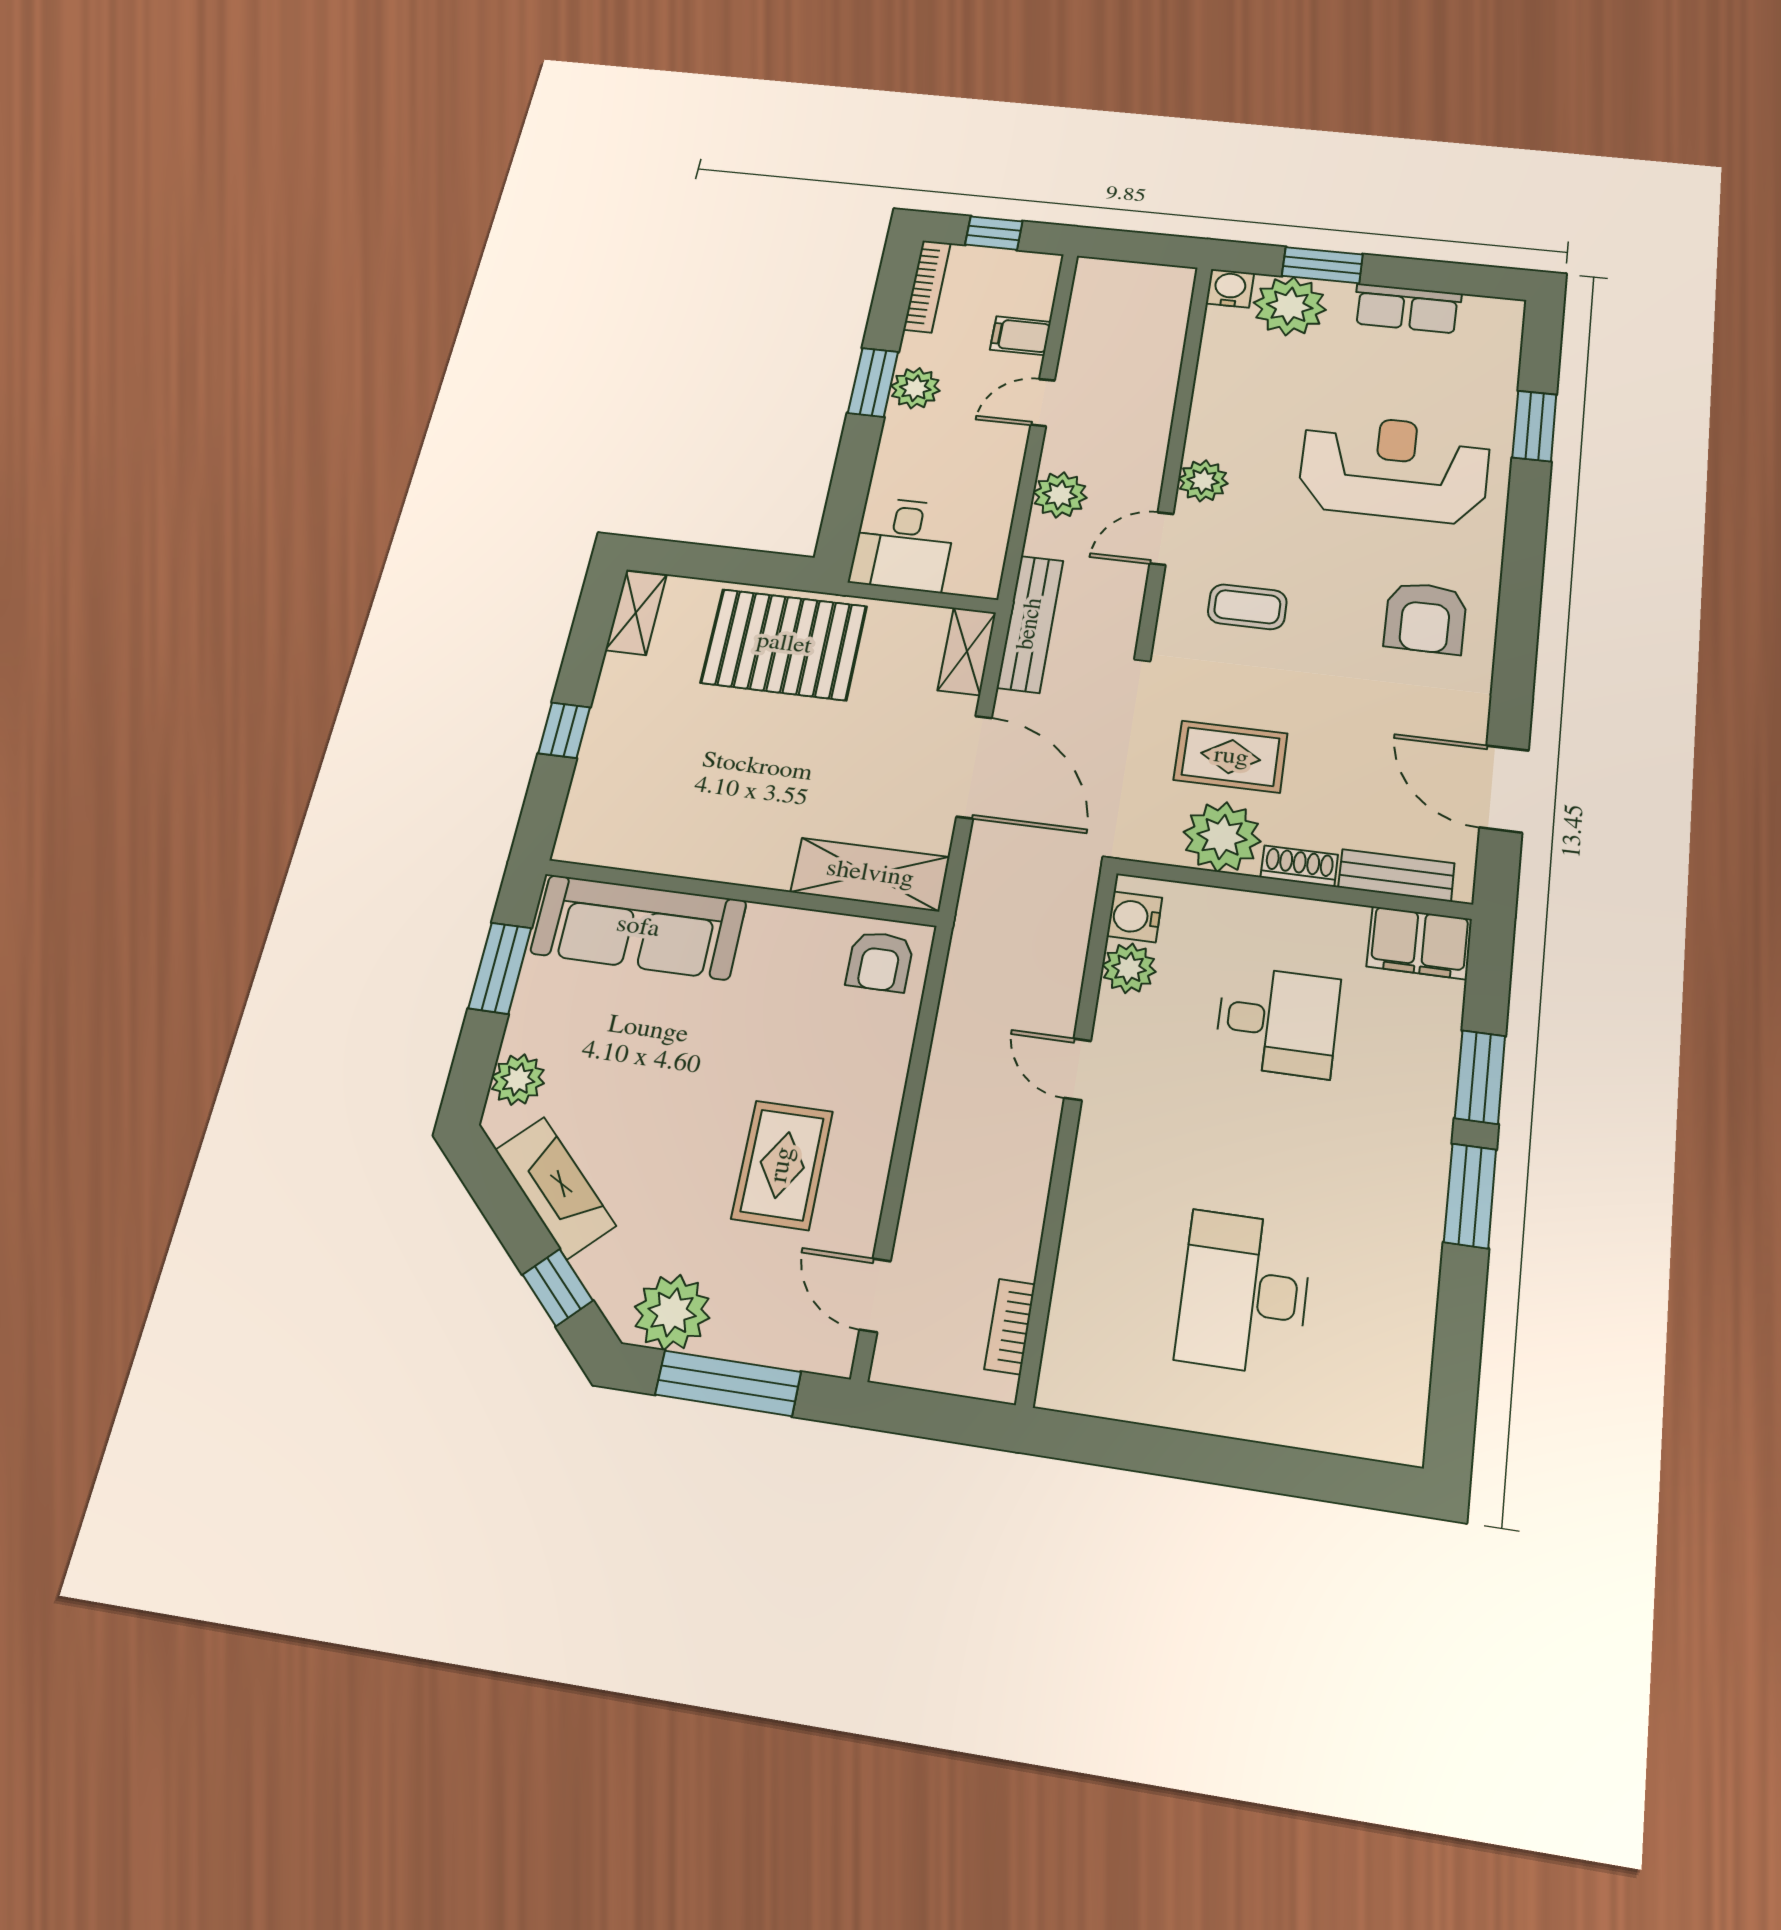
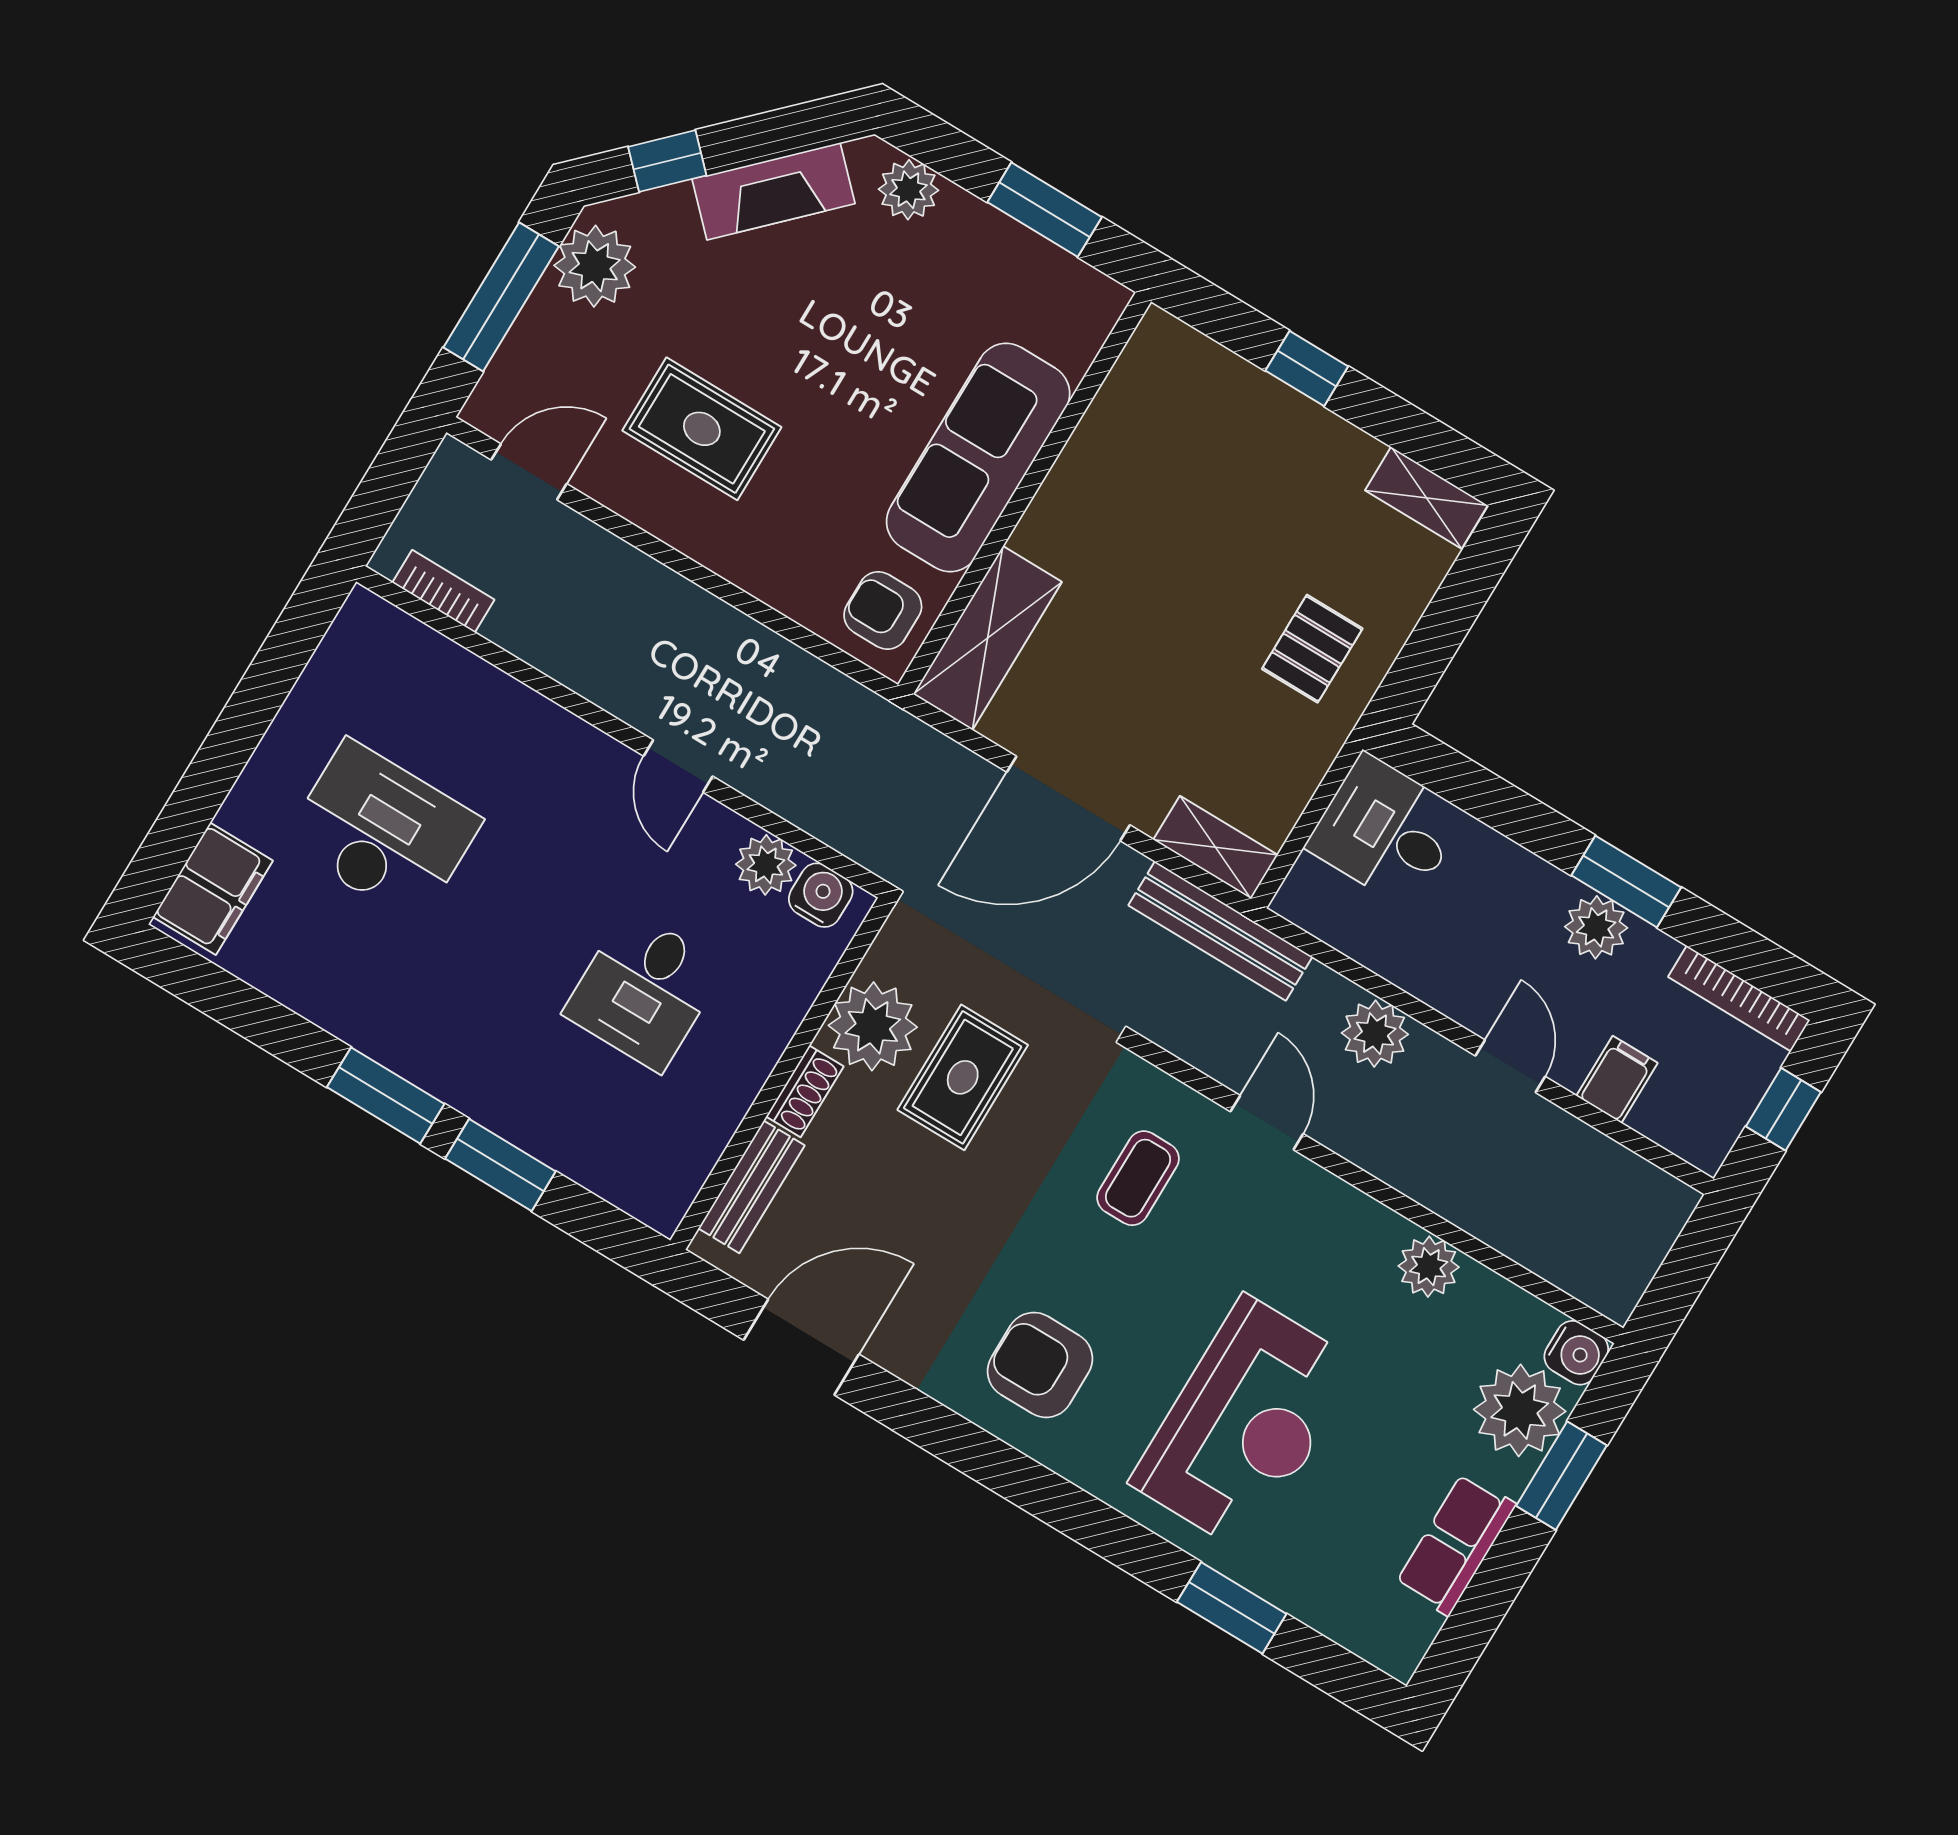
plant: (1203, 481) -> (1429, 1267), moved
pallet: (784, 644) -> (1312, 649), width x0.49, depth x0.50
sofa: (638, 927) -> (978, 457), moved
filing cabinet: (1419, 943) -> (213, 889), moved, turned 180
door: (1078, 1069) -> (678, 766), swing flipped

